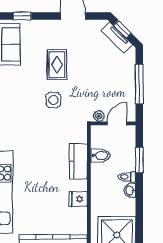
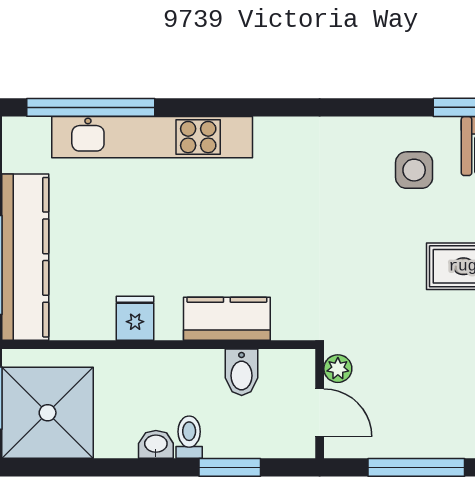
side table: (53, 100) -> (414, 170), moved

